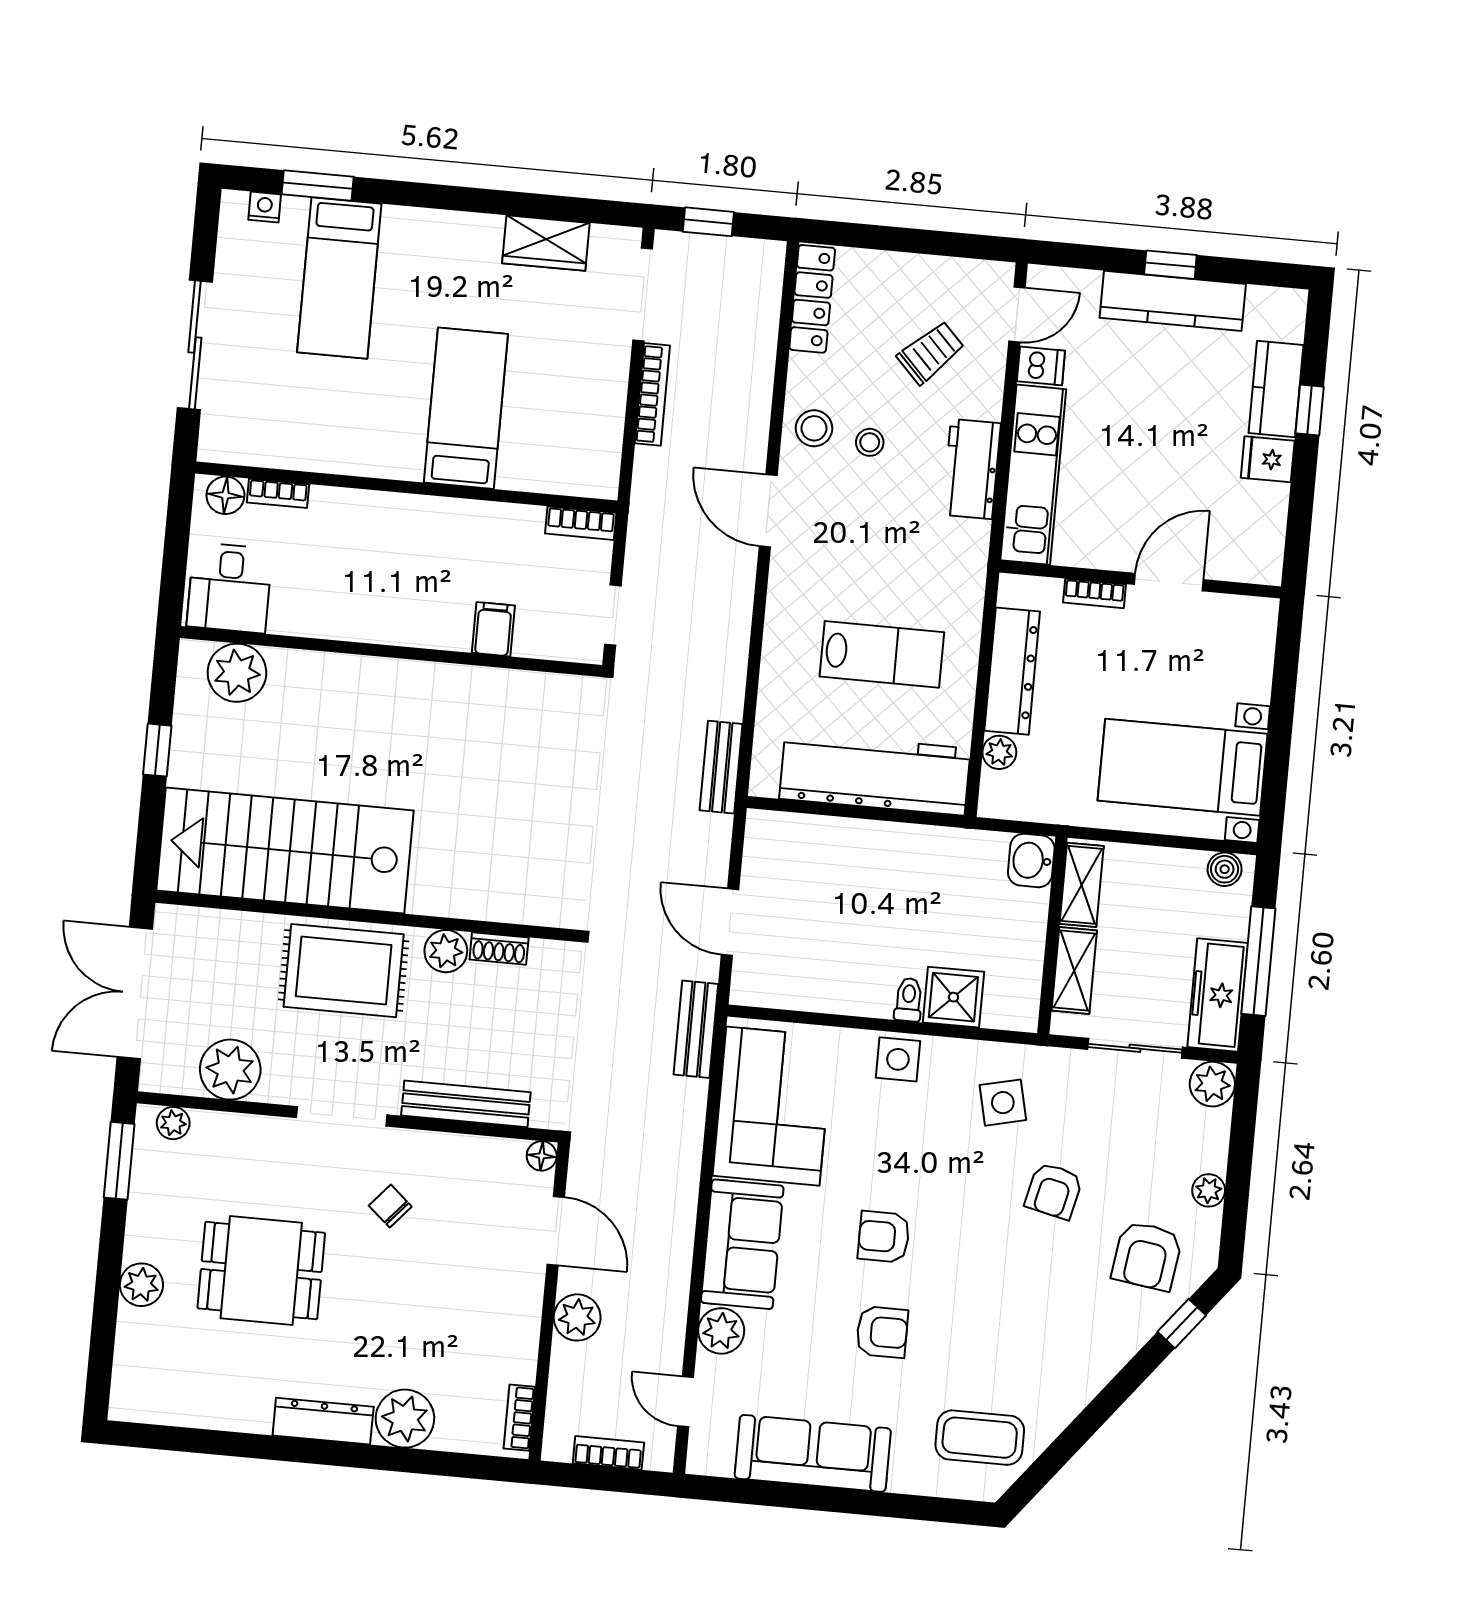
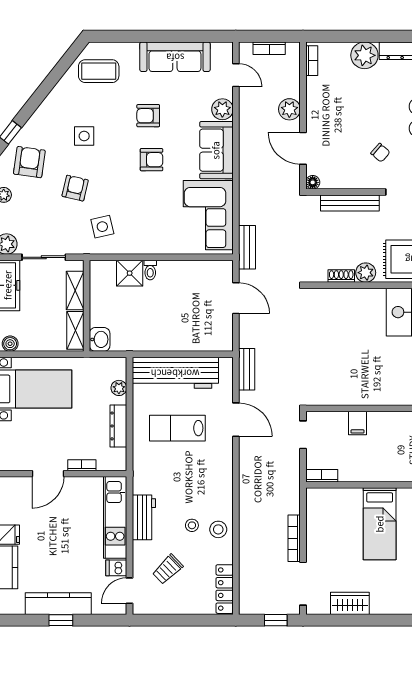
door: (768, 511) -> (236, 420), moved
dresser: (1012, 671) -> (118, 426), width x0.73, depth x0.80
side table: (898, 1059) -> (84, 136), moved

